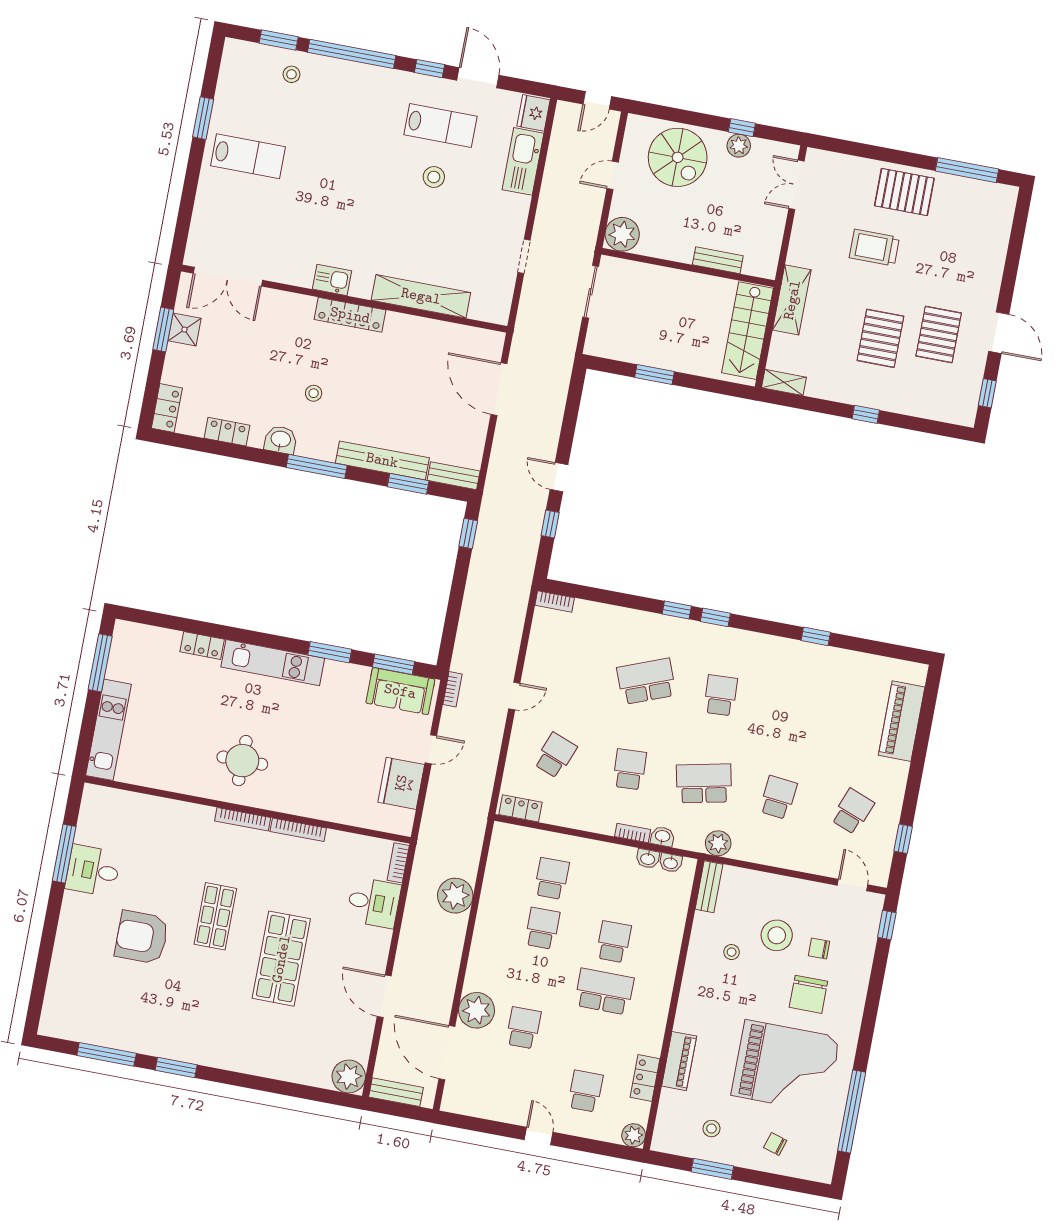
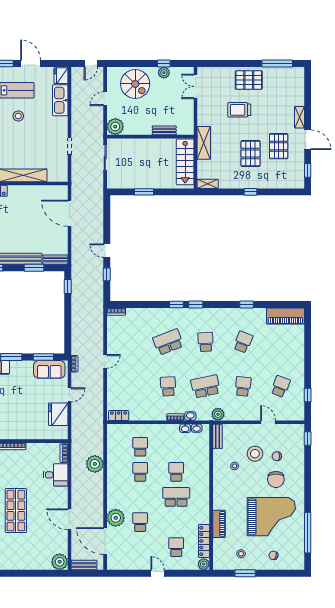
shelving: (991, 285) -> (299, 117), added
piano: (902, 721) -> (285, 316), moved, turned -90
school desk: (555, 755) -> (243, 342), moved
door: (853, 885) -> (268, 422), moved
locker: (645, 1078) -> (204, 541), width x1.53

